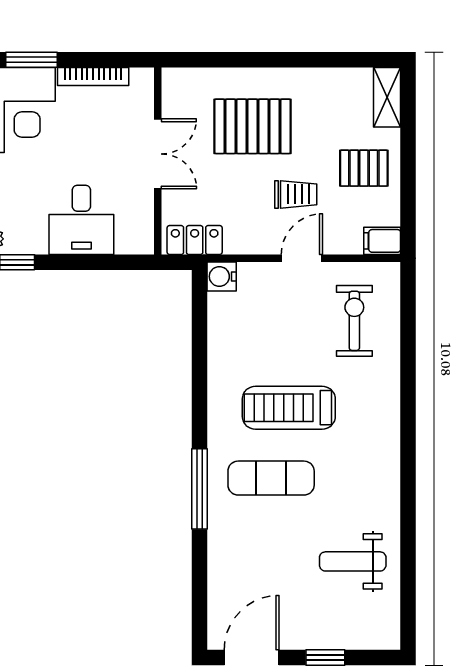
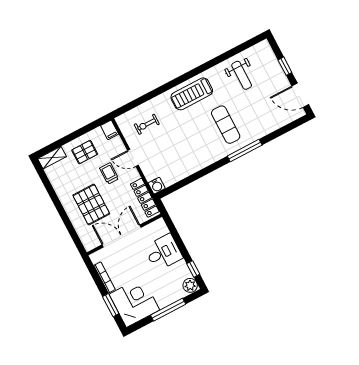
double door: (158, 154) -> (122, 236), width x1.37
pallet: (364, 168) -> (85, 152), turned 90
locker: (195, 240) -> (145, 198), width x1.53
exercise bike: (354, 321) -> (147, 124), width x0.73, depth x0.72
treadmill: (289, 408) -> (192, 94), moved, turned 90

